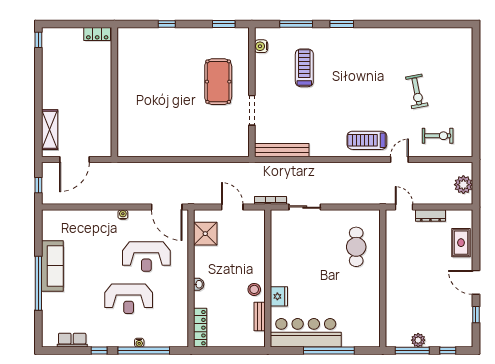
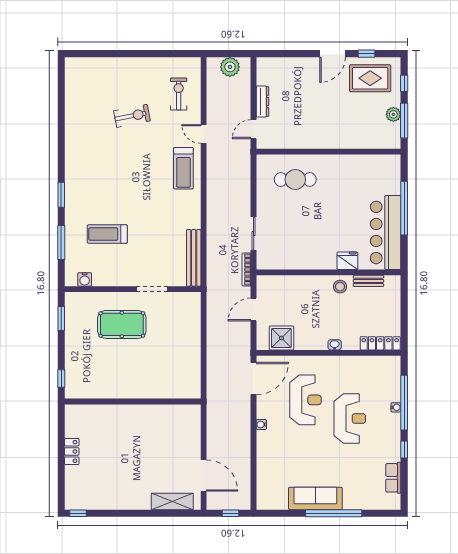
wall: (114, 92) -> (133, 401), moved
rug: (461, 243) -> (370, 78), moved, width x1.36, depth x1.43

